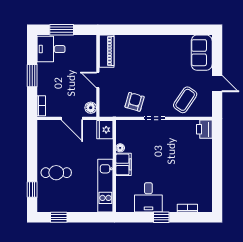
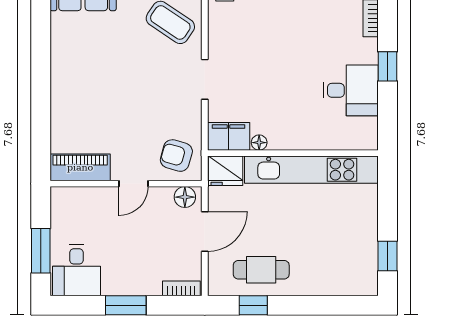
armchair: (135, 102) -> (176, 156), moved
filing cabinet: (124, 164) -> (229, 136), moved
cafe table: (56, 173) -> (261, 270), moved, turned 90
kitchen unit: (105, 186) -> (311, 170), width x1.36
window: (32, 190) -> (253, 305), moved

